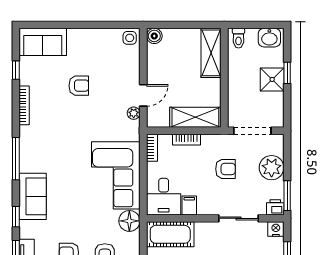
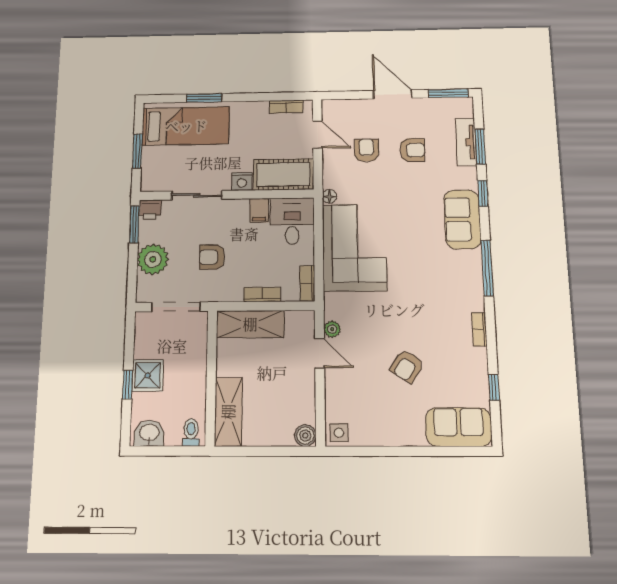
armchair: (79, 86) -> (407, 366), turned -57
door: (143, 95) -> (320, 353), swing flipped
bookcase: (24, 105) -> (479, 329), width x0.64
floor lamp: (129, 221) -> (329, 196), width x0.53, depth x0.53
nightstand: (276, 229) -> (242, 182), moved

